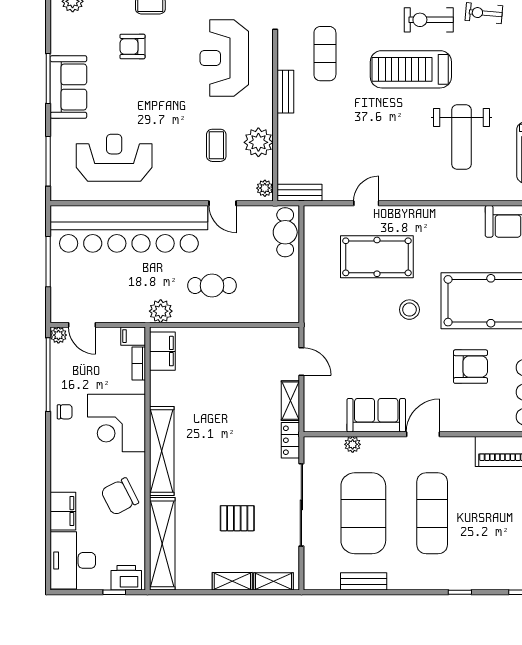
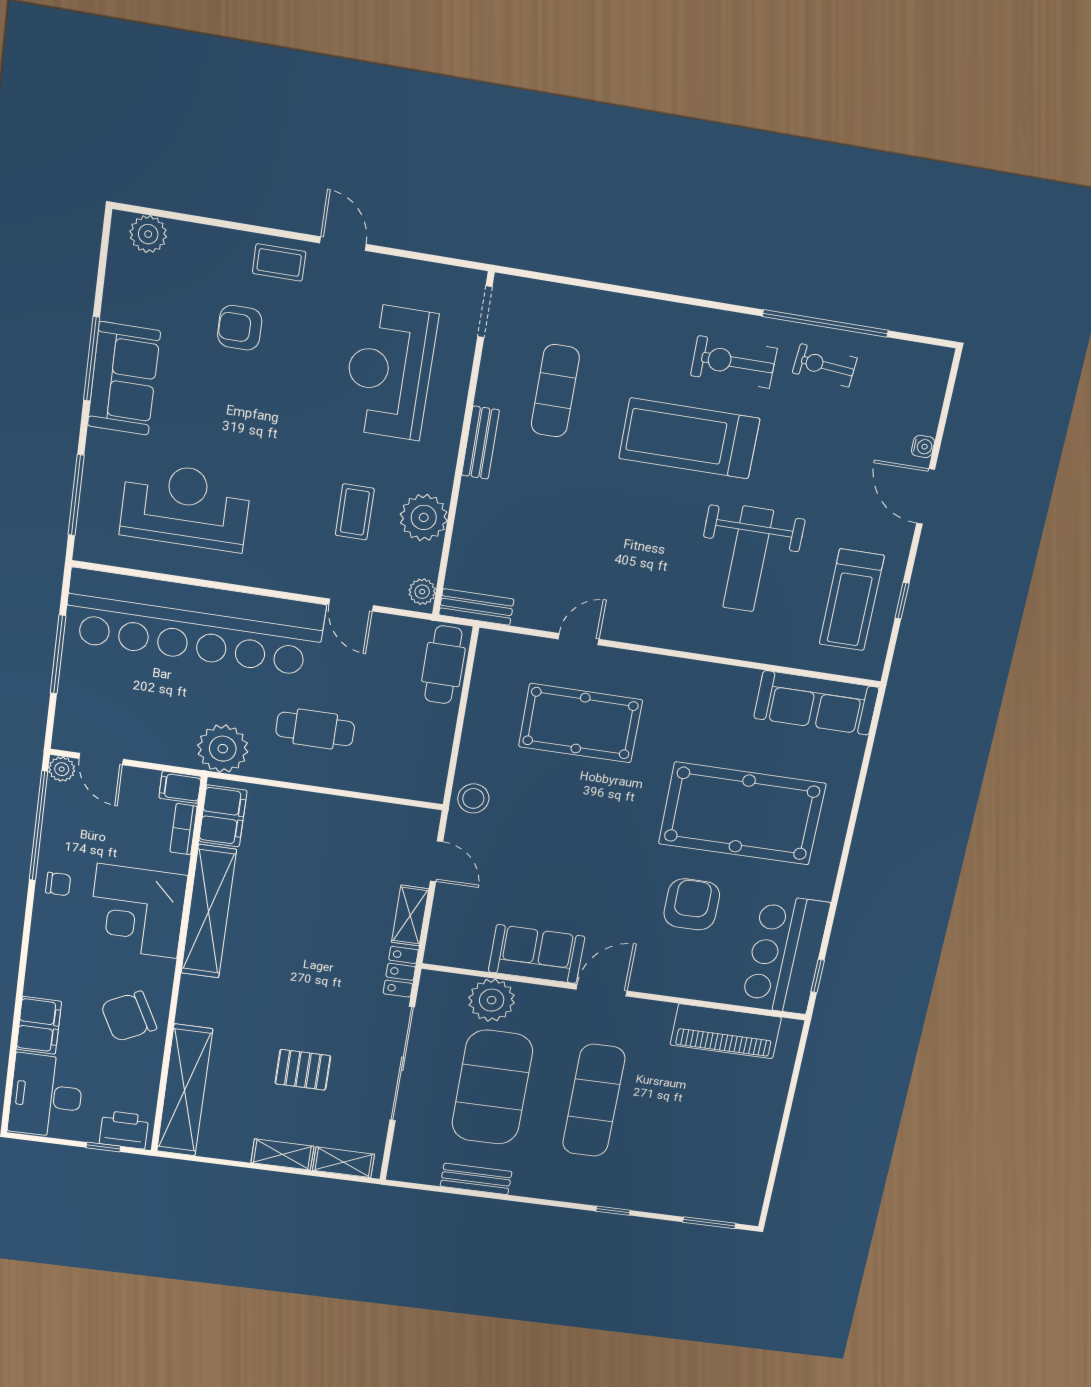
stool: (409, 310) -> (473, 798), moved
plant: (161, 311) -> (223, 749), width x1.36, depth x1.36
armchair: (471, 367) -> (692, 904), turned -90
plant: (353, 444) -> (492, 1000), width x1.88, depth x1.88
shelving: (162, 451) -> (209, 911), moved

